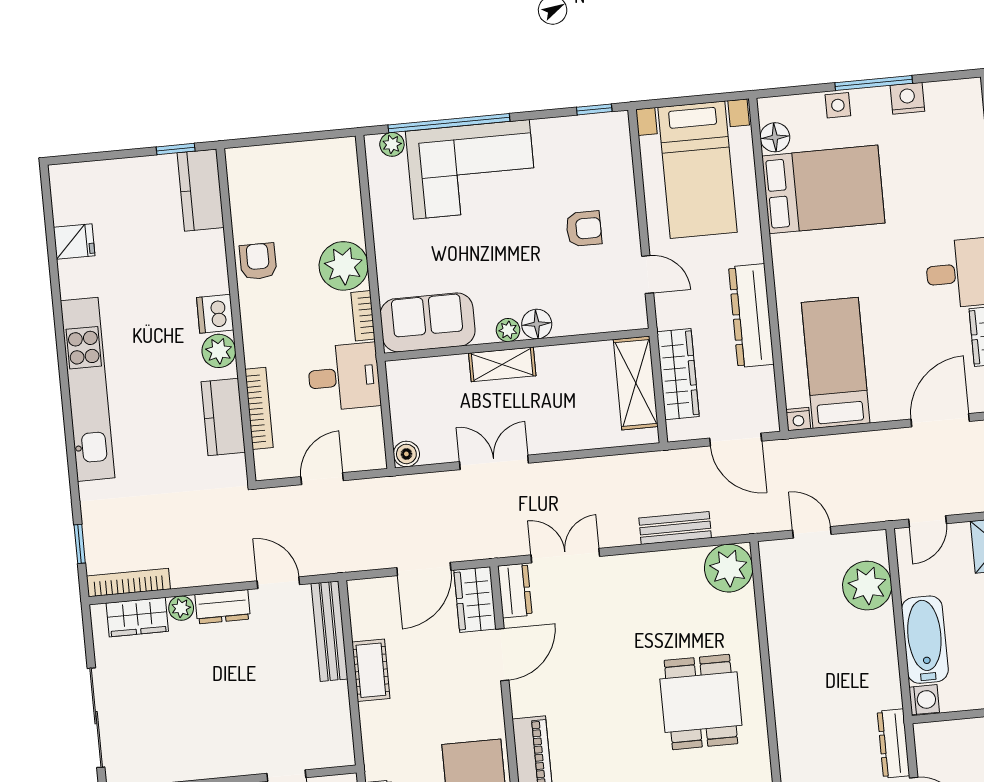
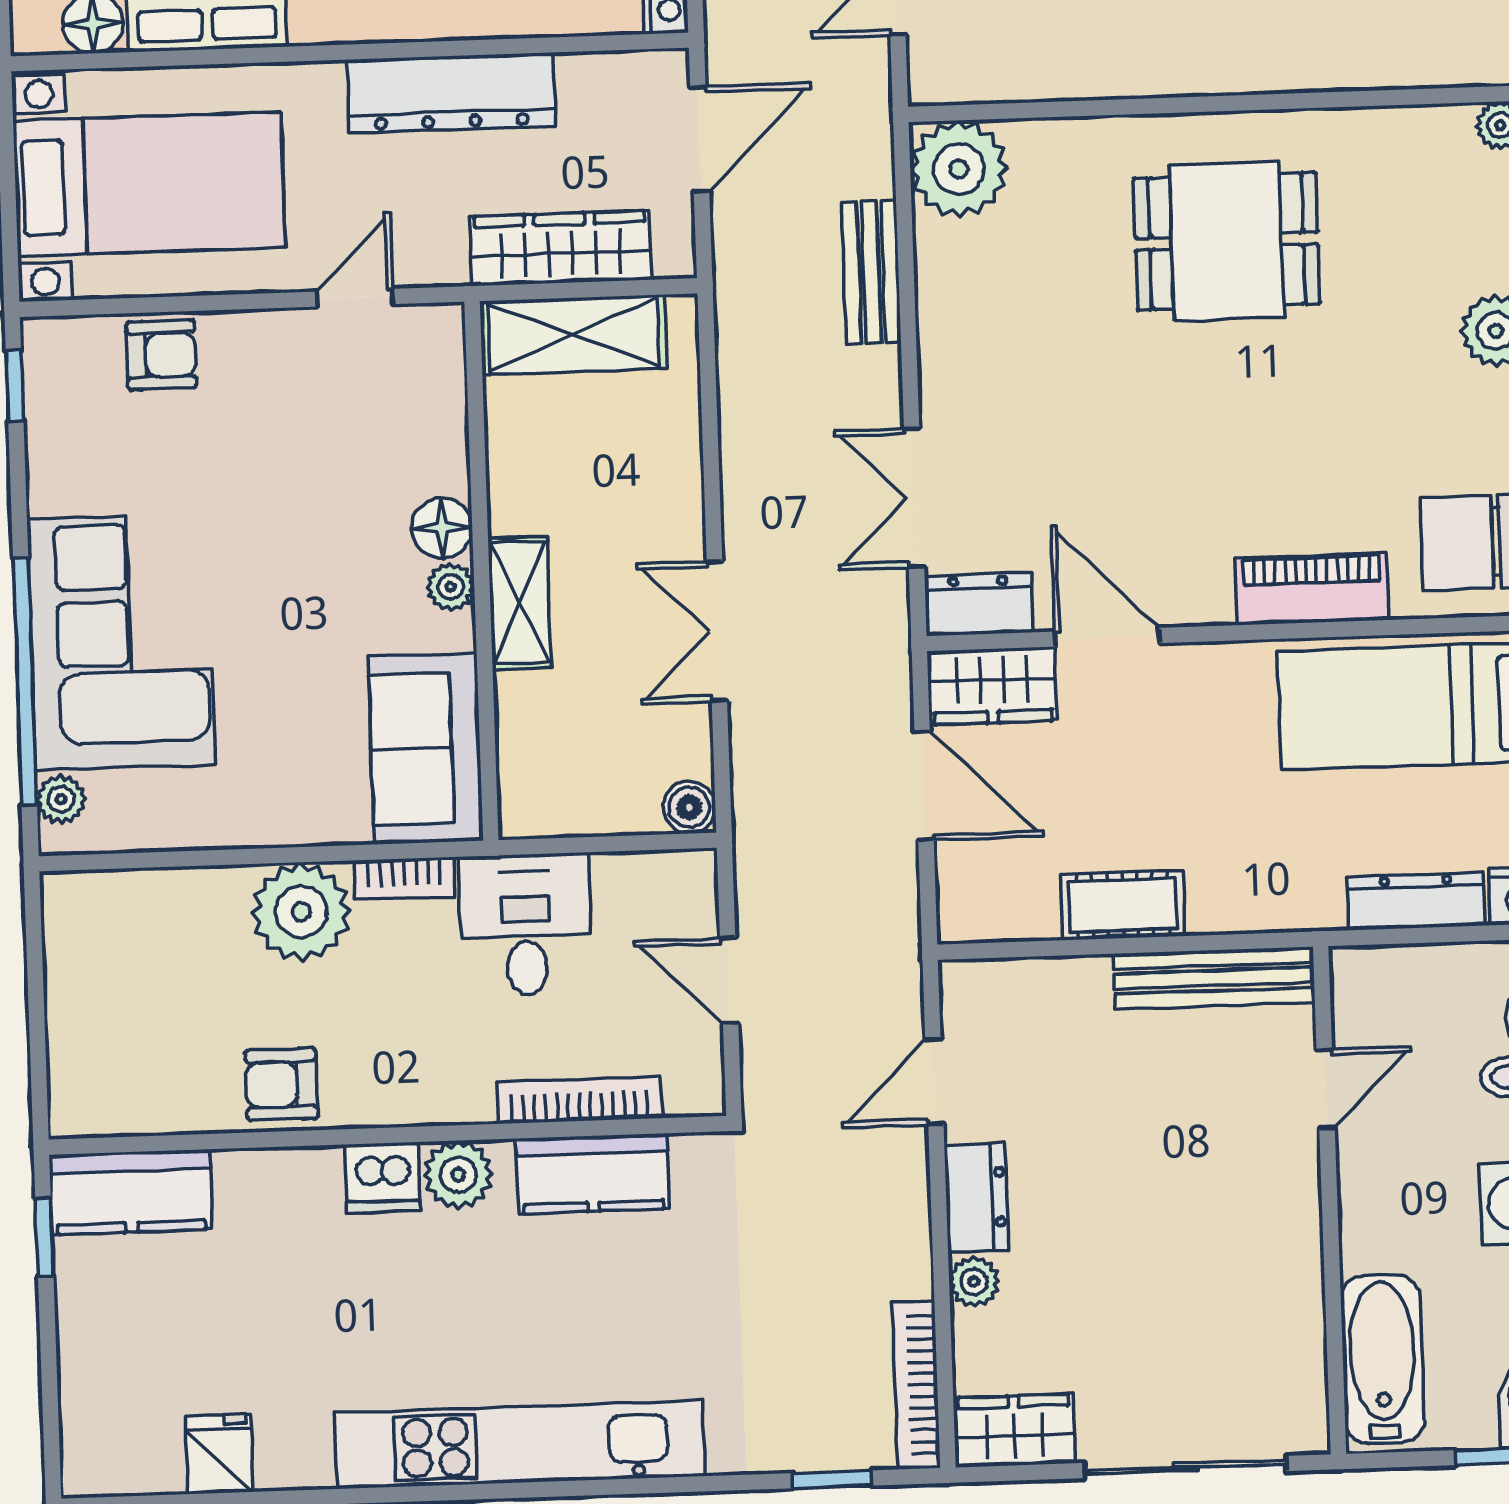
armchair: (584, 229) -> (161, 355), moved, turned 90
wardrobe: (137, 617) -> (1014, 1431), moved, turned -90
bench: (329, 631) -> (1214, 978), moved

